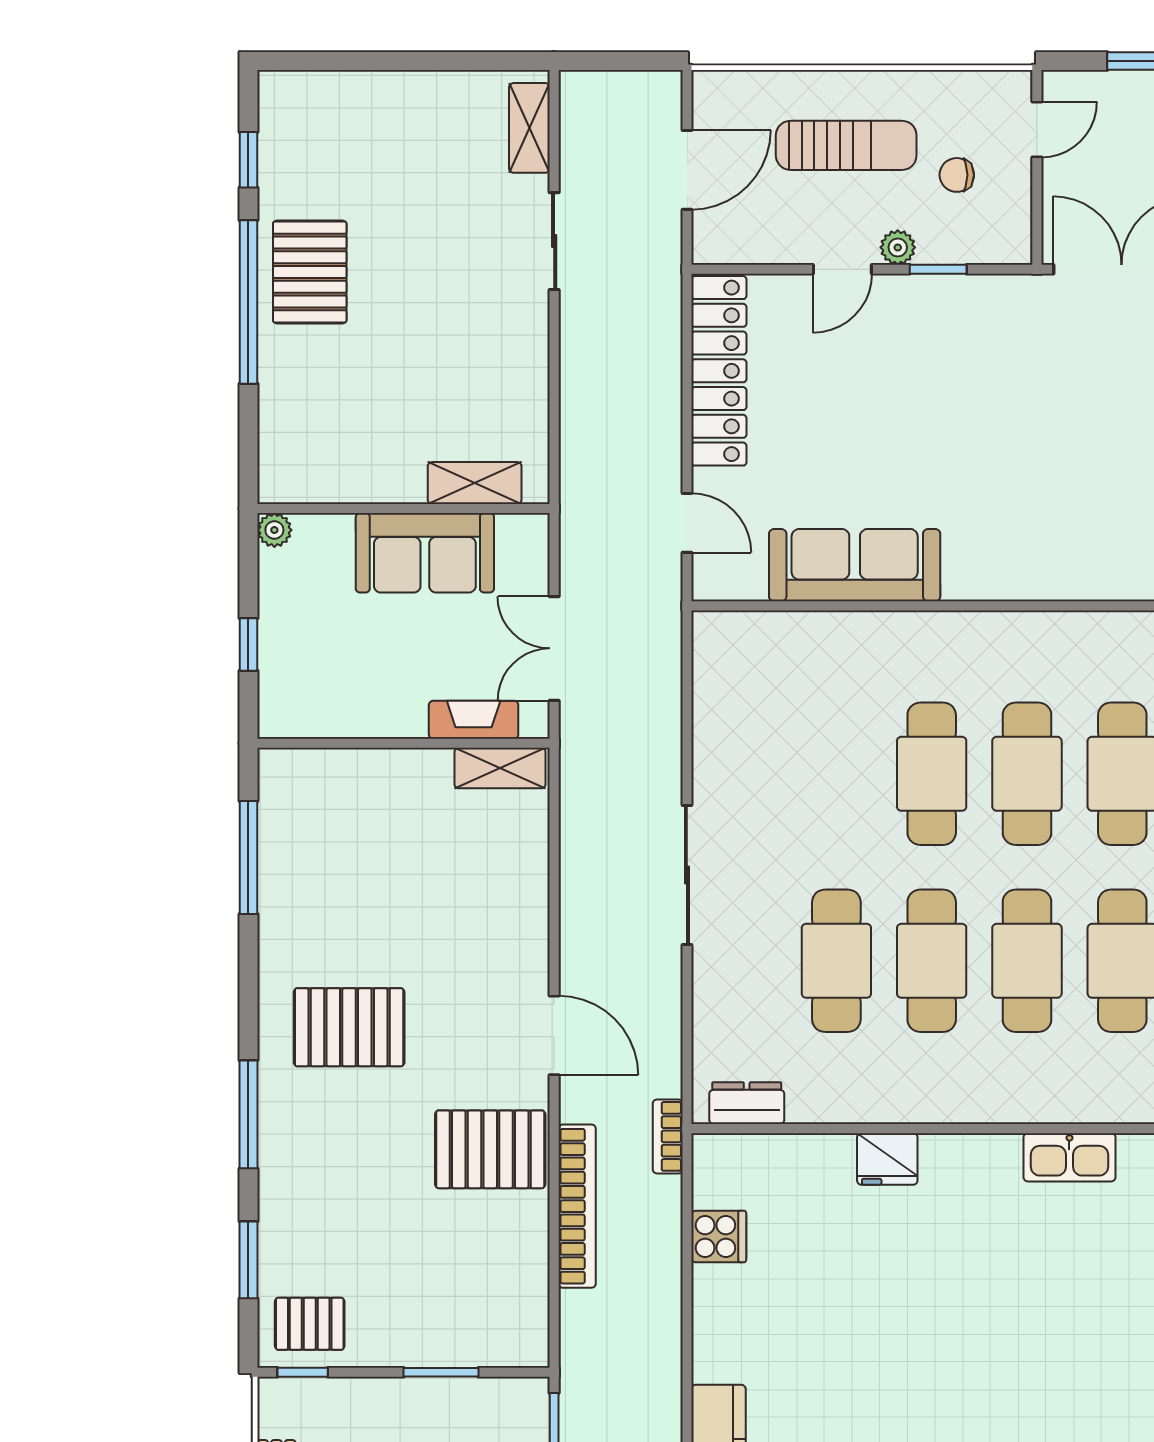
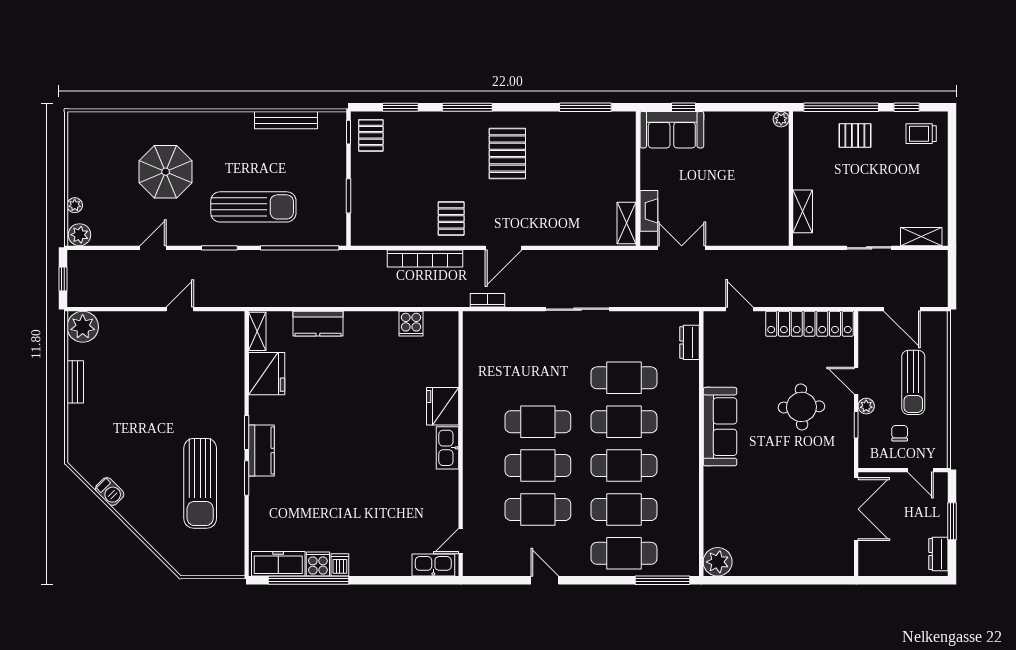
trolley: (306, 128) -> (921, 134), added
pallet: (310, 272) -> (855, 135), width x0.67, depth x0.71
round table: (900, 388) -> (801, 407), added
shelving: (475, 483) -> (803, 211), moved
wall: (403, 508) -> (791, 179), moved
door: (687, 523) -> (739, 309), swing flipped
plant: (274, 530) -> (781, 119), moved
sofa: (425, 553) -> (672, 130), moved, turned -90
sofa: (855, 565) -> (720, 427), moved
cafe table: (836, 961) -> (624, 378), moved
dresser: (747, 1103) -> (690, 342), moved, turned 180
bookcase: (668, 1136) -> (488, 300), moved
pallet: (490, 1149) -> (451, 219), width x0.67, depth x0.71
kitchen sink: (1069, 1157) -> (447, 448), moved
fridge: (887, 1159) -> (443, 406), width x1.36, depth x1.34

